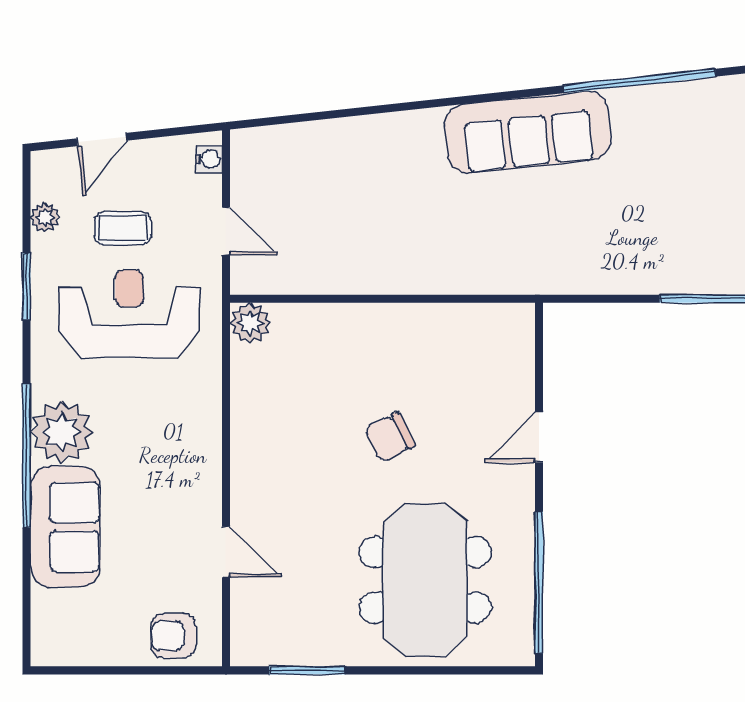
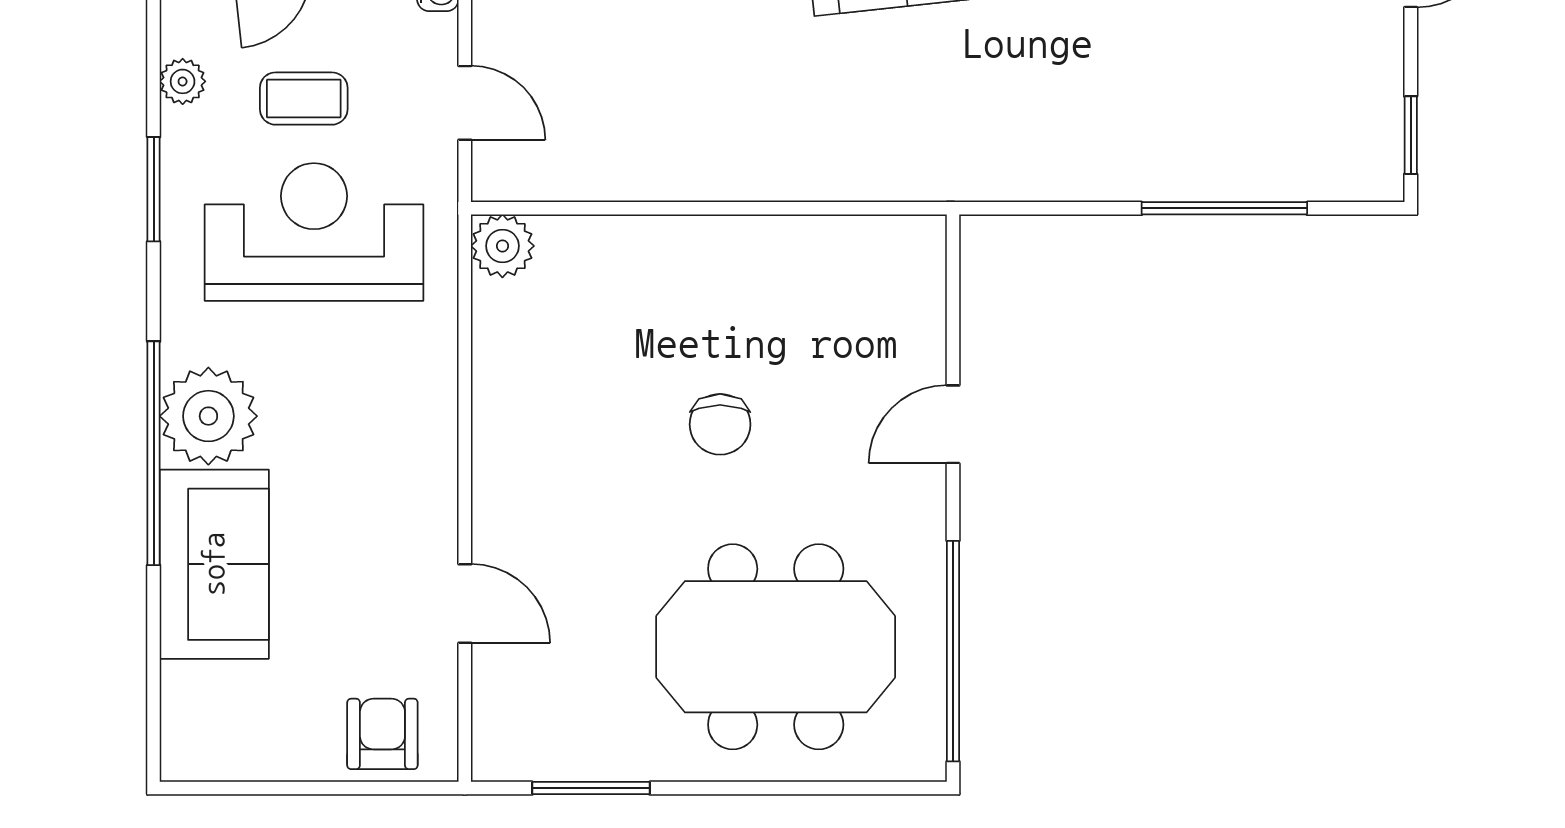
chair: (390, 437) -> (720, 424), turned -63
meeting table: (425, 580) -> (776, 647), turned 90
armchair: (173, 636) -> (382, 734), turned 90

